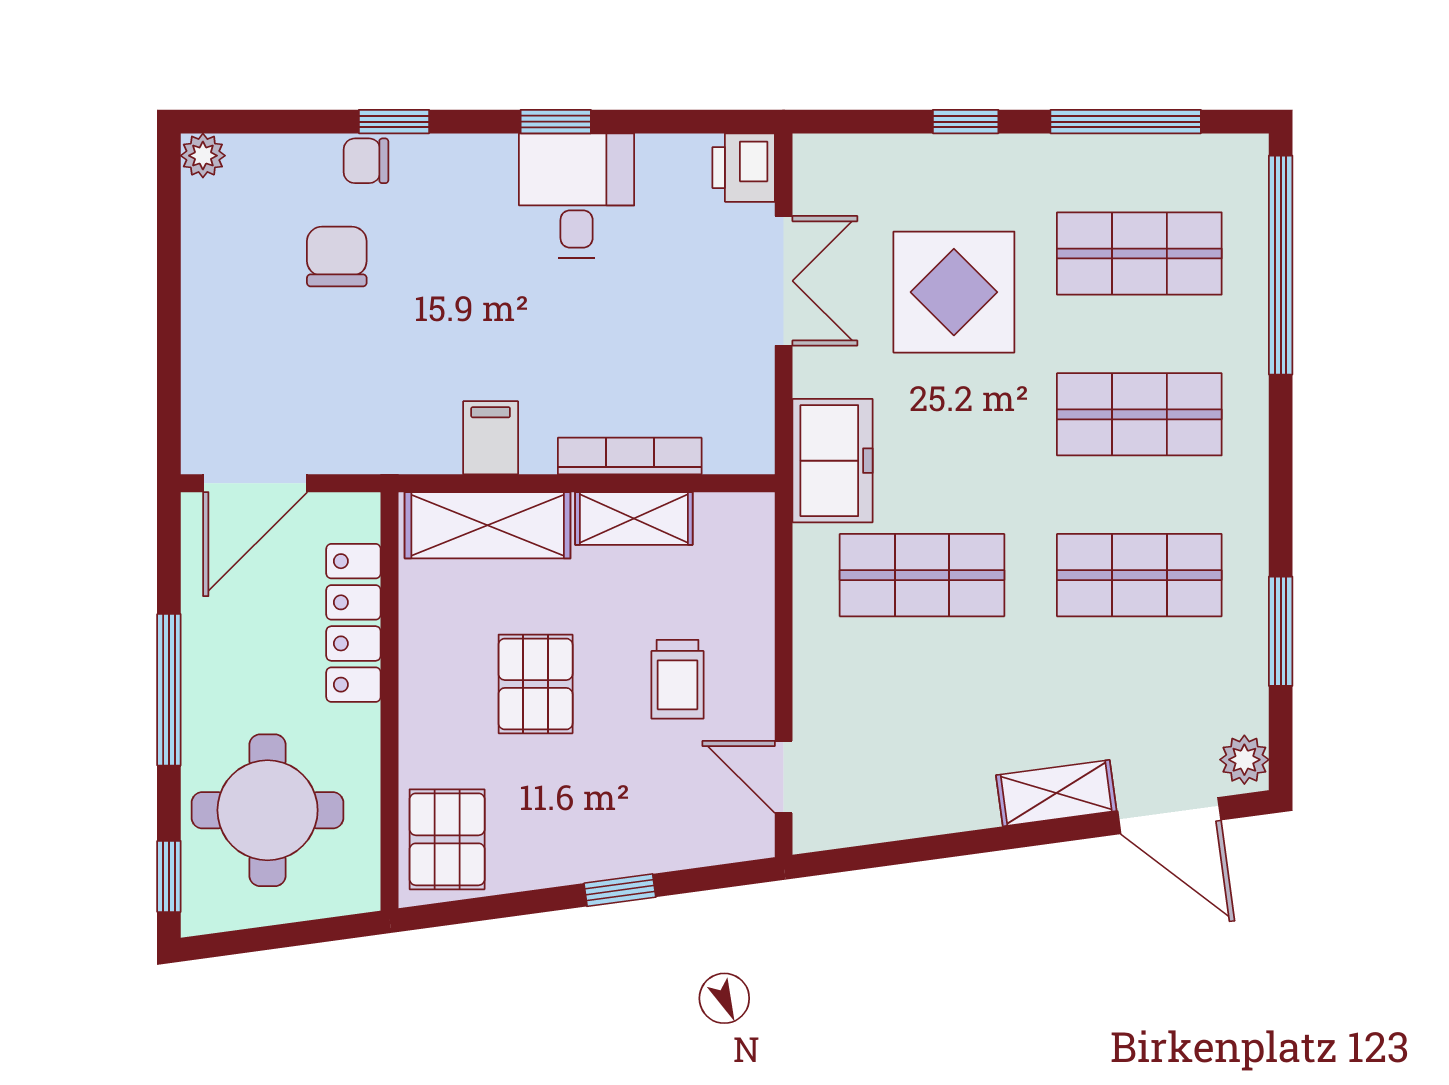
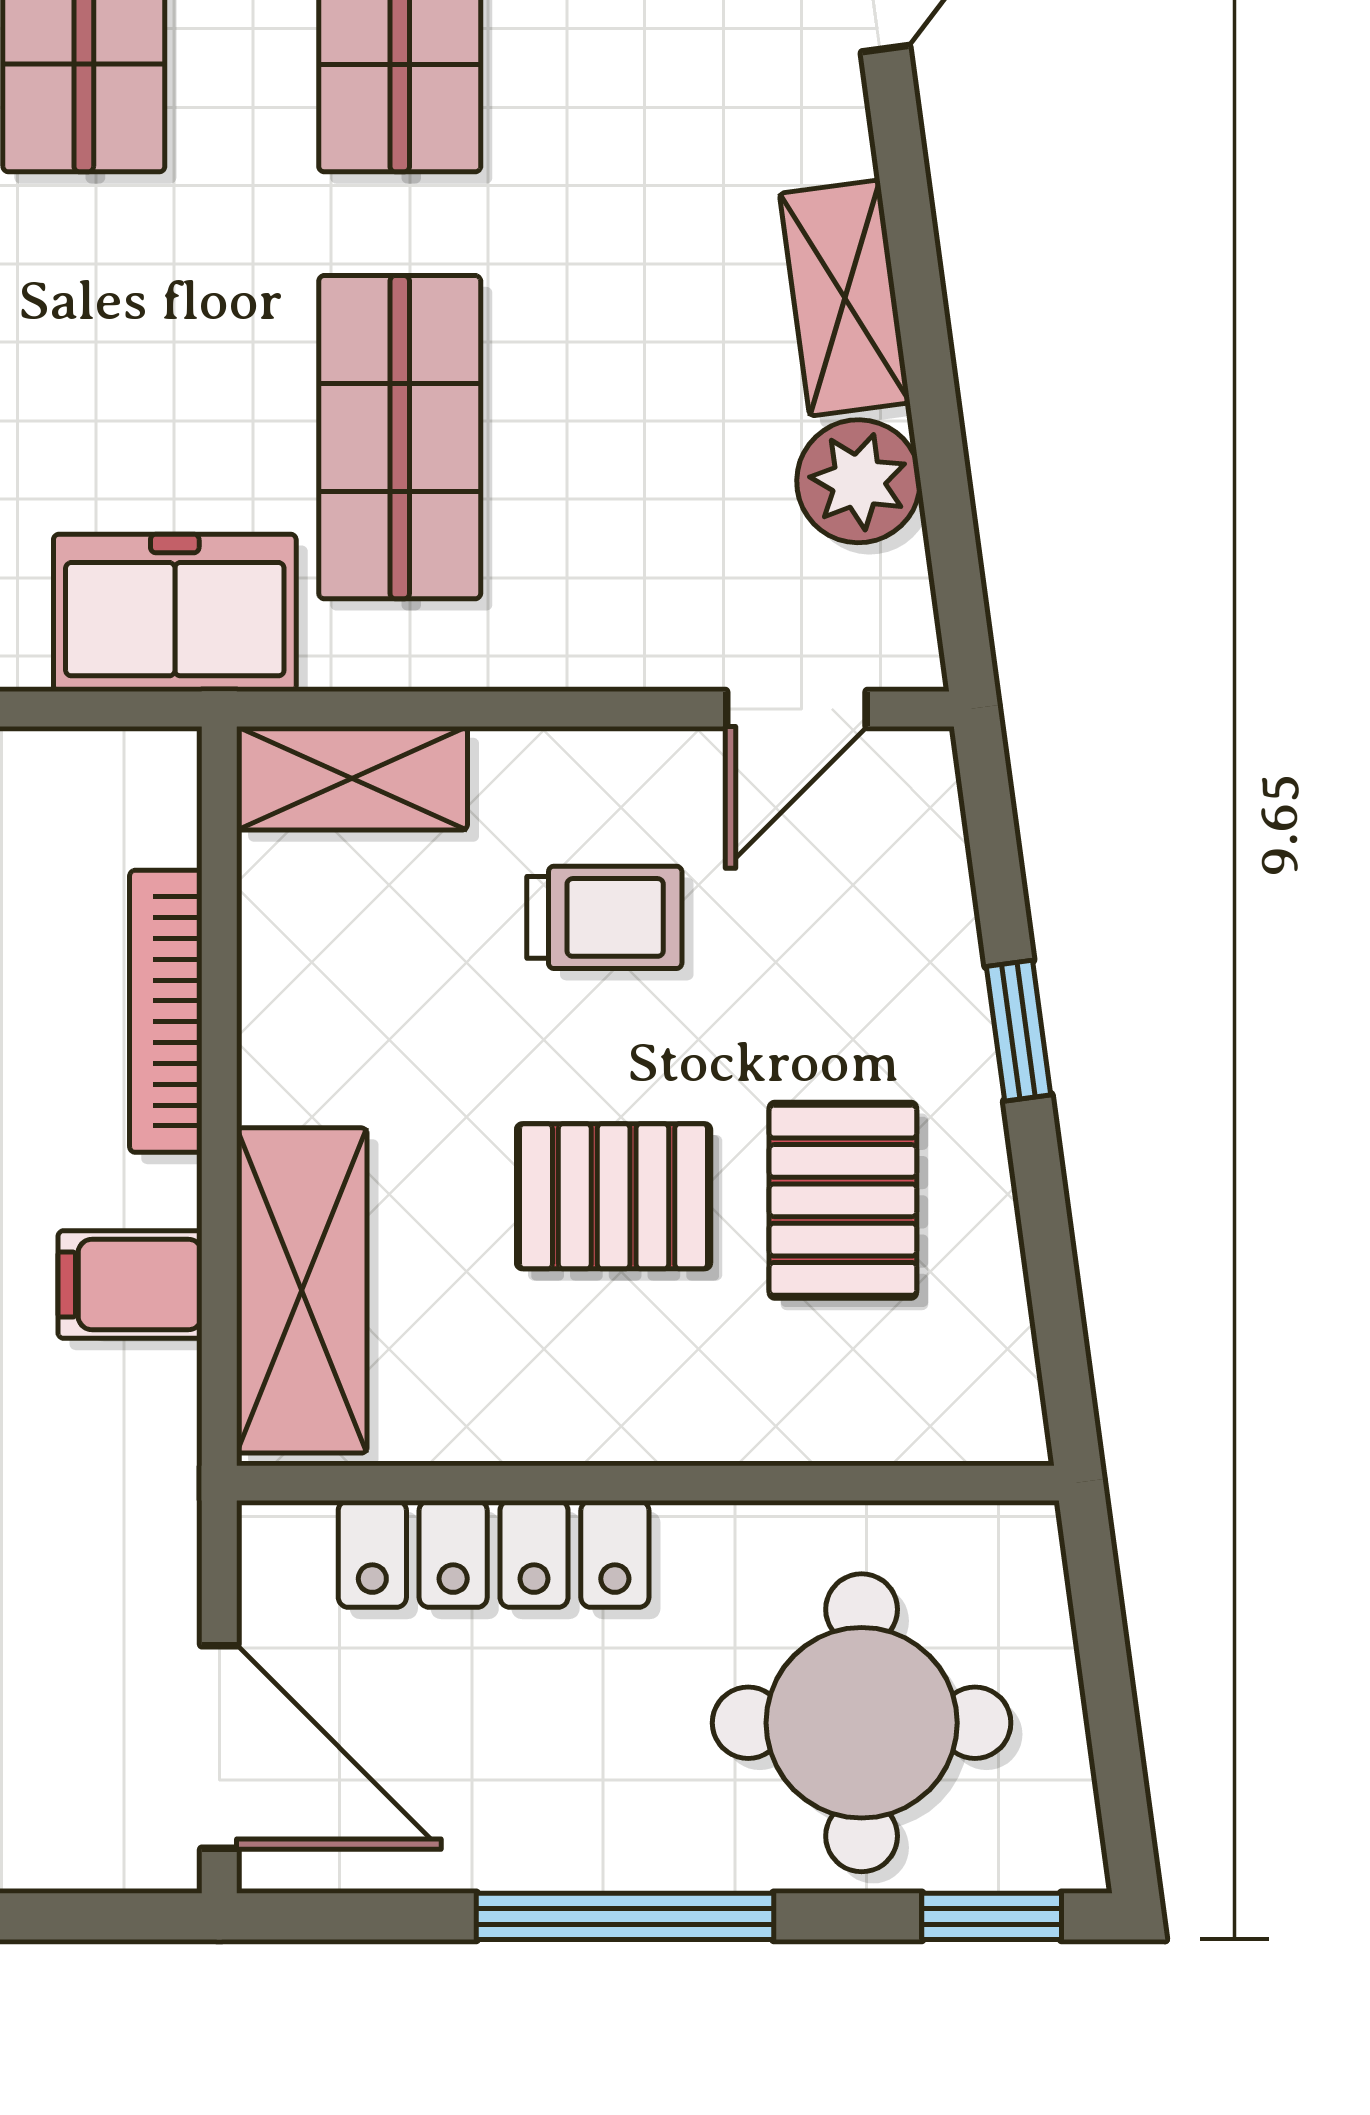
shelving: (634, 519) -> (352, 778), moved, turned 90
shelving: (1056, 793) -> (845, 298), moved
plant: (899, 809) -> (858, 481), added
pallet: (447, 839) -> (843, 1200), moved, turned 90

